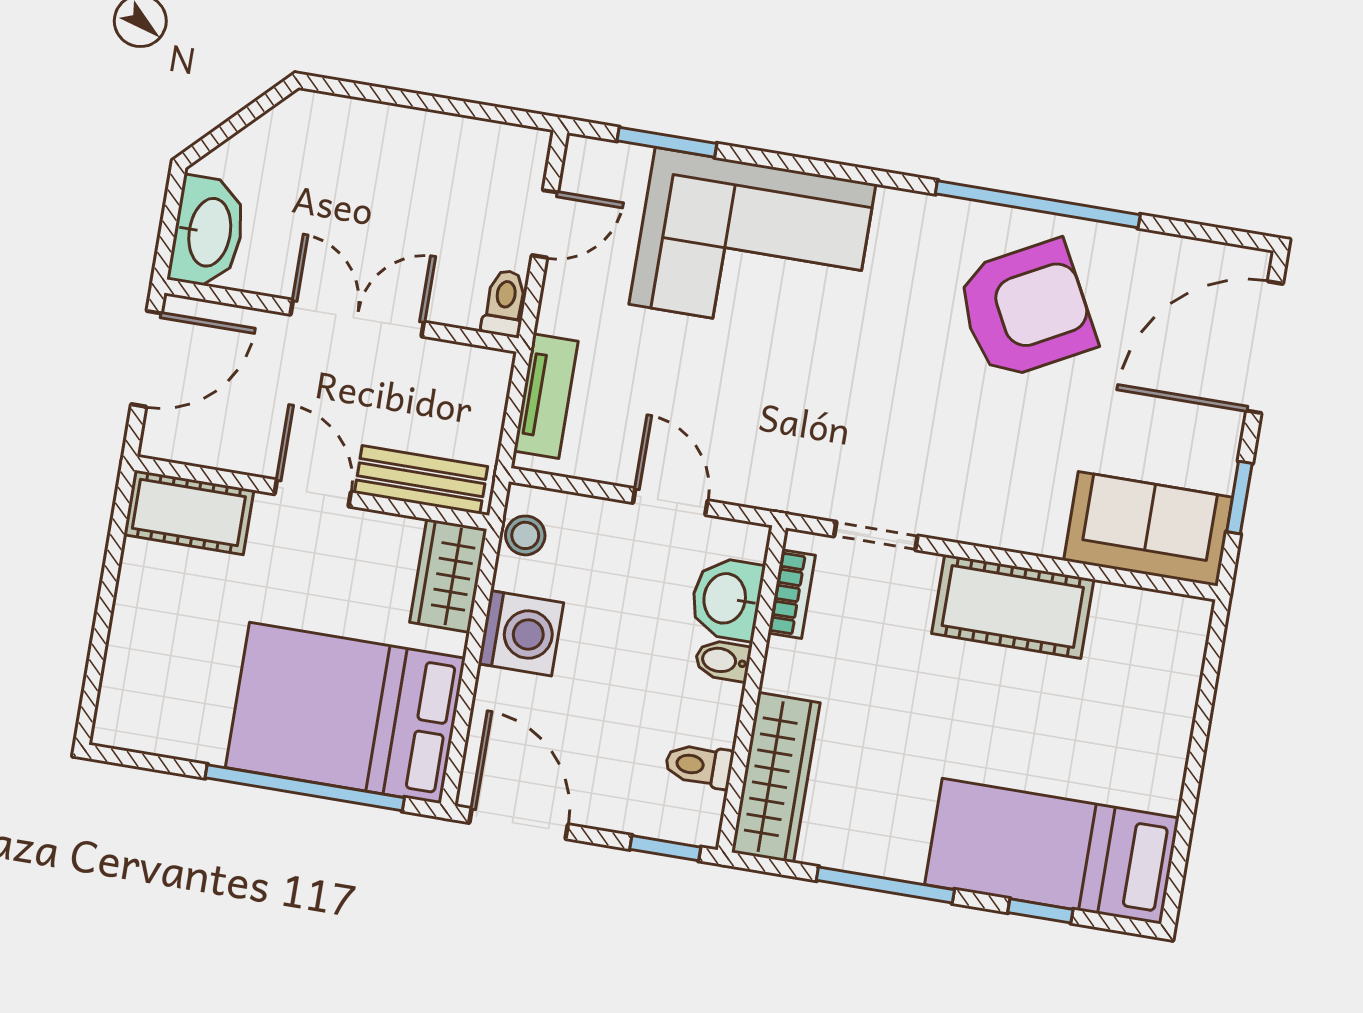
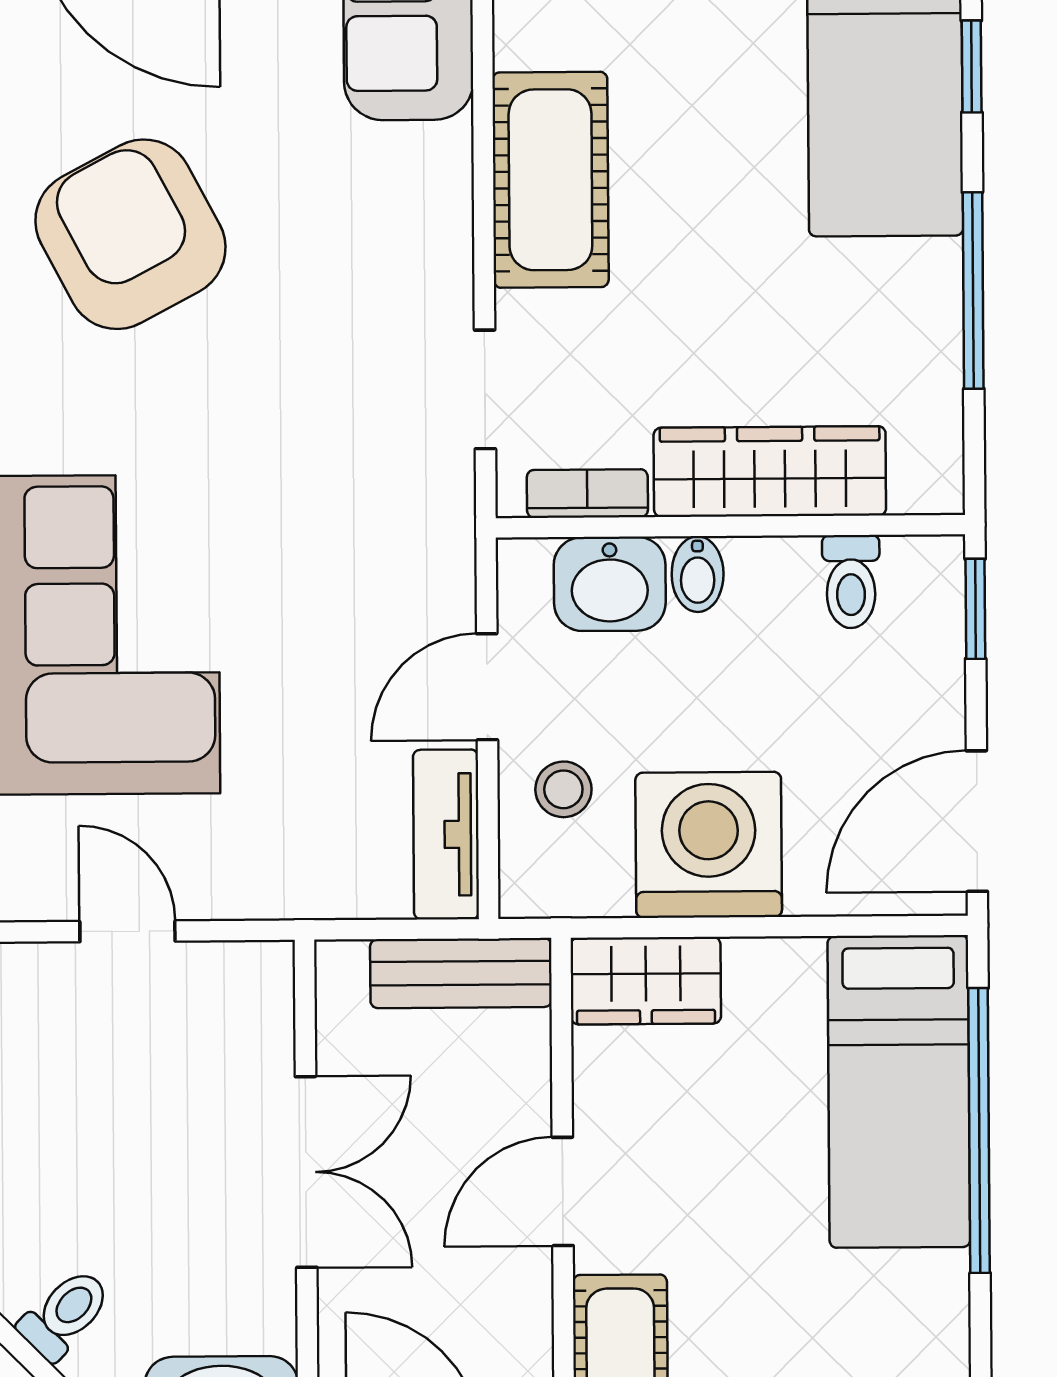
toilet: (505, 303) -> (65, 1314), moved, turned 135
double door: (357, 318) -> (306, 1172), swing flipped
tv unit: (546, 396) -> (446, 834), moved, turned -90
bench: (421, 480) -> (461, 973), moved, turned 90
stool: (525, 535) -> (563, 789), moved
washing machine: (521, 633) -> (709, 845), width x1.37, depth x1.37
bed: (345, 713) -> (899, 1092), width x0.67
wardrobe: (776, 777) -> (770, 472), moved

